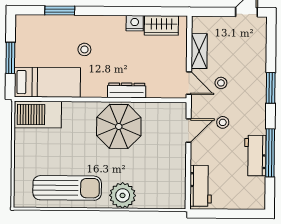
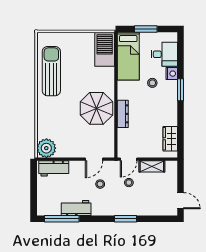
window: (60, 11) -> (181, 90), moved
nightstand: (135, 23) -> (172, 74), moved
desk: (45, 33) -> (164, 54), added
door: (188, 130) -> (94, 159), hinge flipped
window: (270, 153) -> (62, 219), moved
sun lounger: (67, 188) -> (51, 71), turned 180
plant: (123, 195) -> (46, 148), moved

